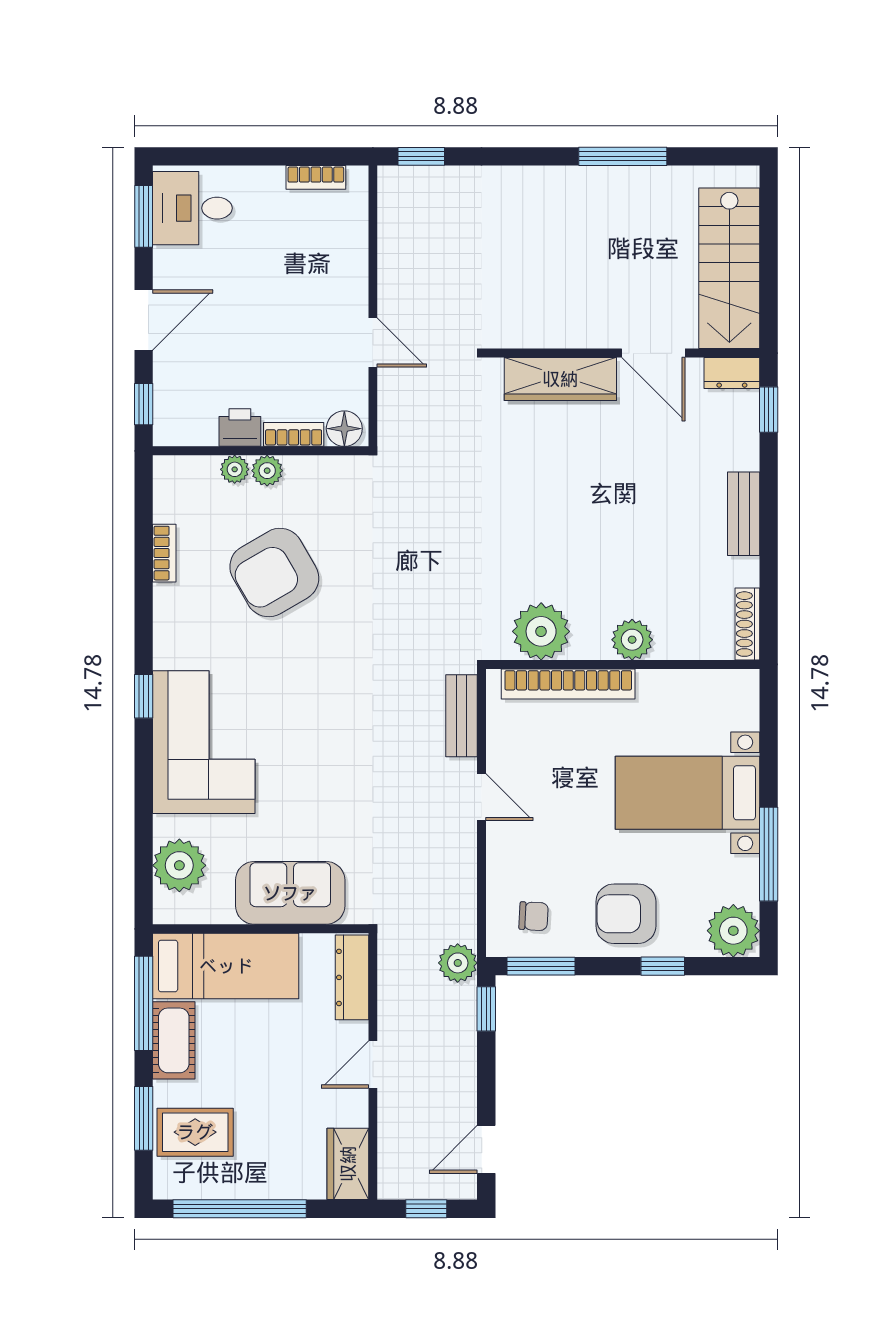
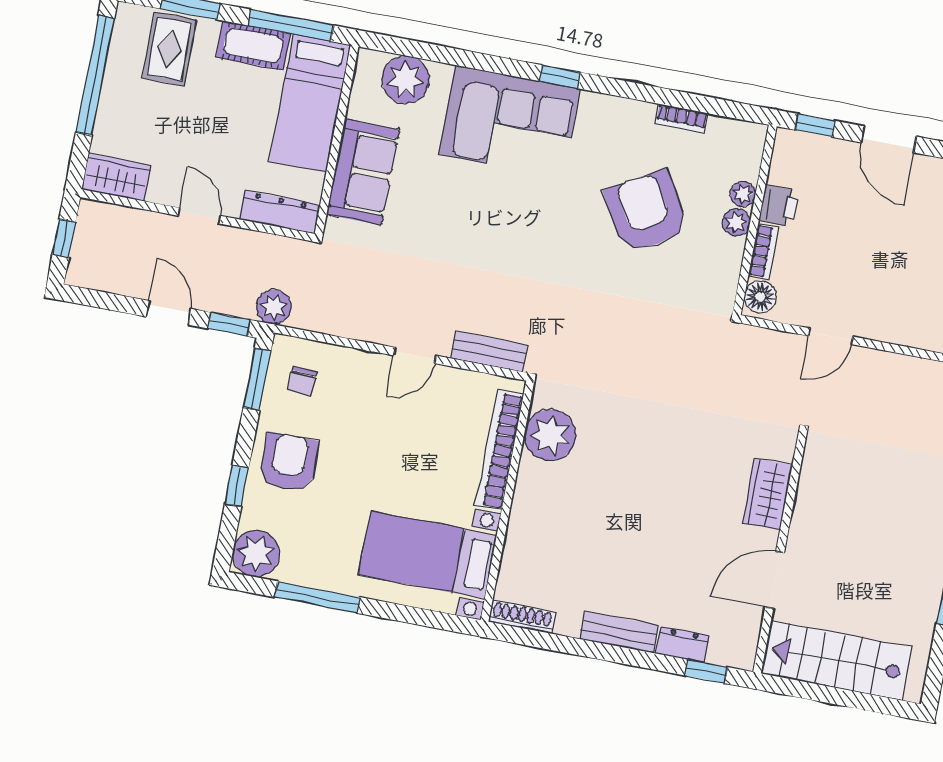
dresser: (732, 373) -> (682, 644), moved, turned 90
wardrobe: (560, 379) -> (768, 494), width x0.67
plant: (632, 640) -> (528, 513), removed
bed with nightstands: (688, 793) -> (428, 555), moved, turned -90
door: (486, 1149) -> (169, 313), moved

